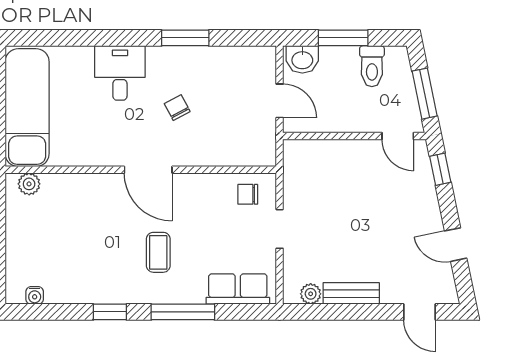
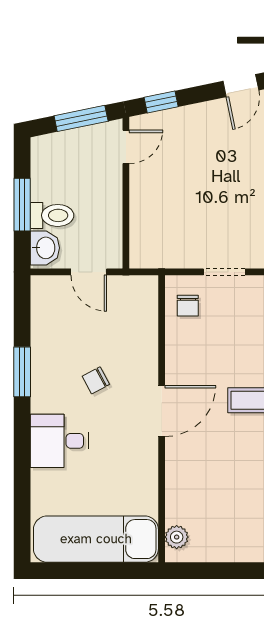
toilet: (372, 66) -> (52, 215), moved
door: (280, 101) -> (89, 272), swing flipped

